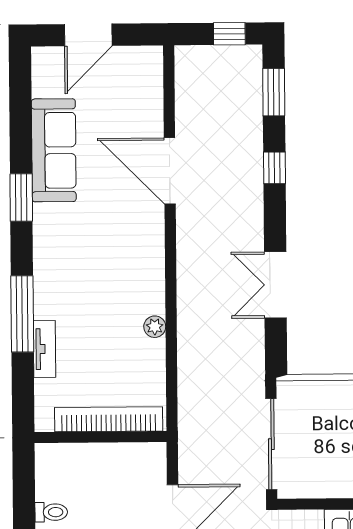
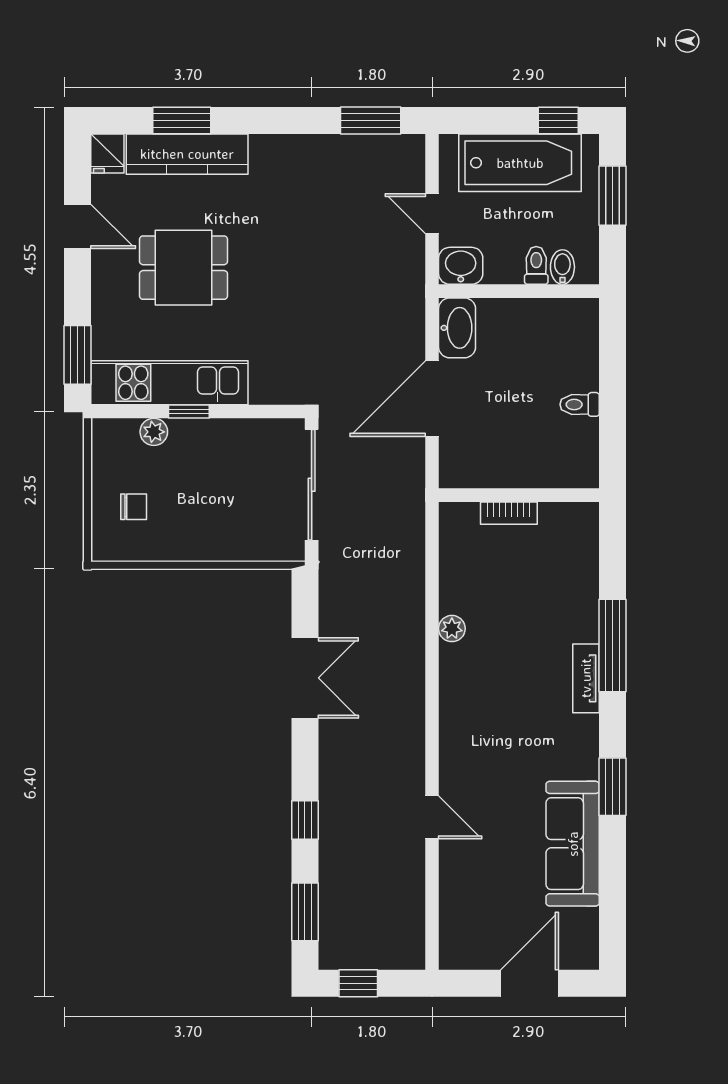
door: (170, 171) -> (432, 817), width x0.53
tv unit: (44, 349) -> (586, 678), moved
bookcase: (109, 419) -> (509, 513), width x0.43, depth x0.76

